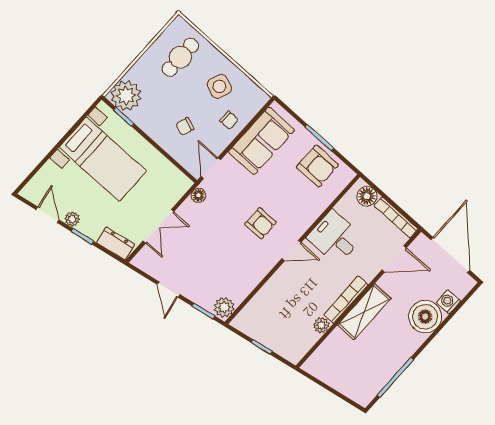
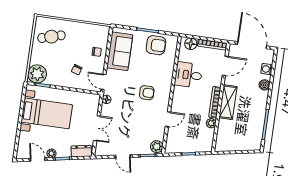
cafe table: (180, 57) -> (51, 37), turned 74
side table: (219, 86) -> (81, 38), removed
door: (292, 250) -> (168, 119), moved
boiler: (425, 317) -> (264, 85), width x0.54, depth x0.54

